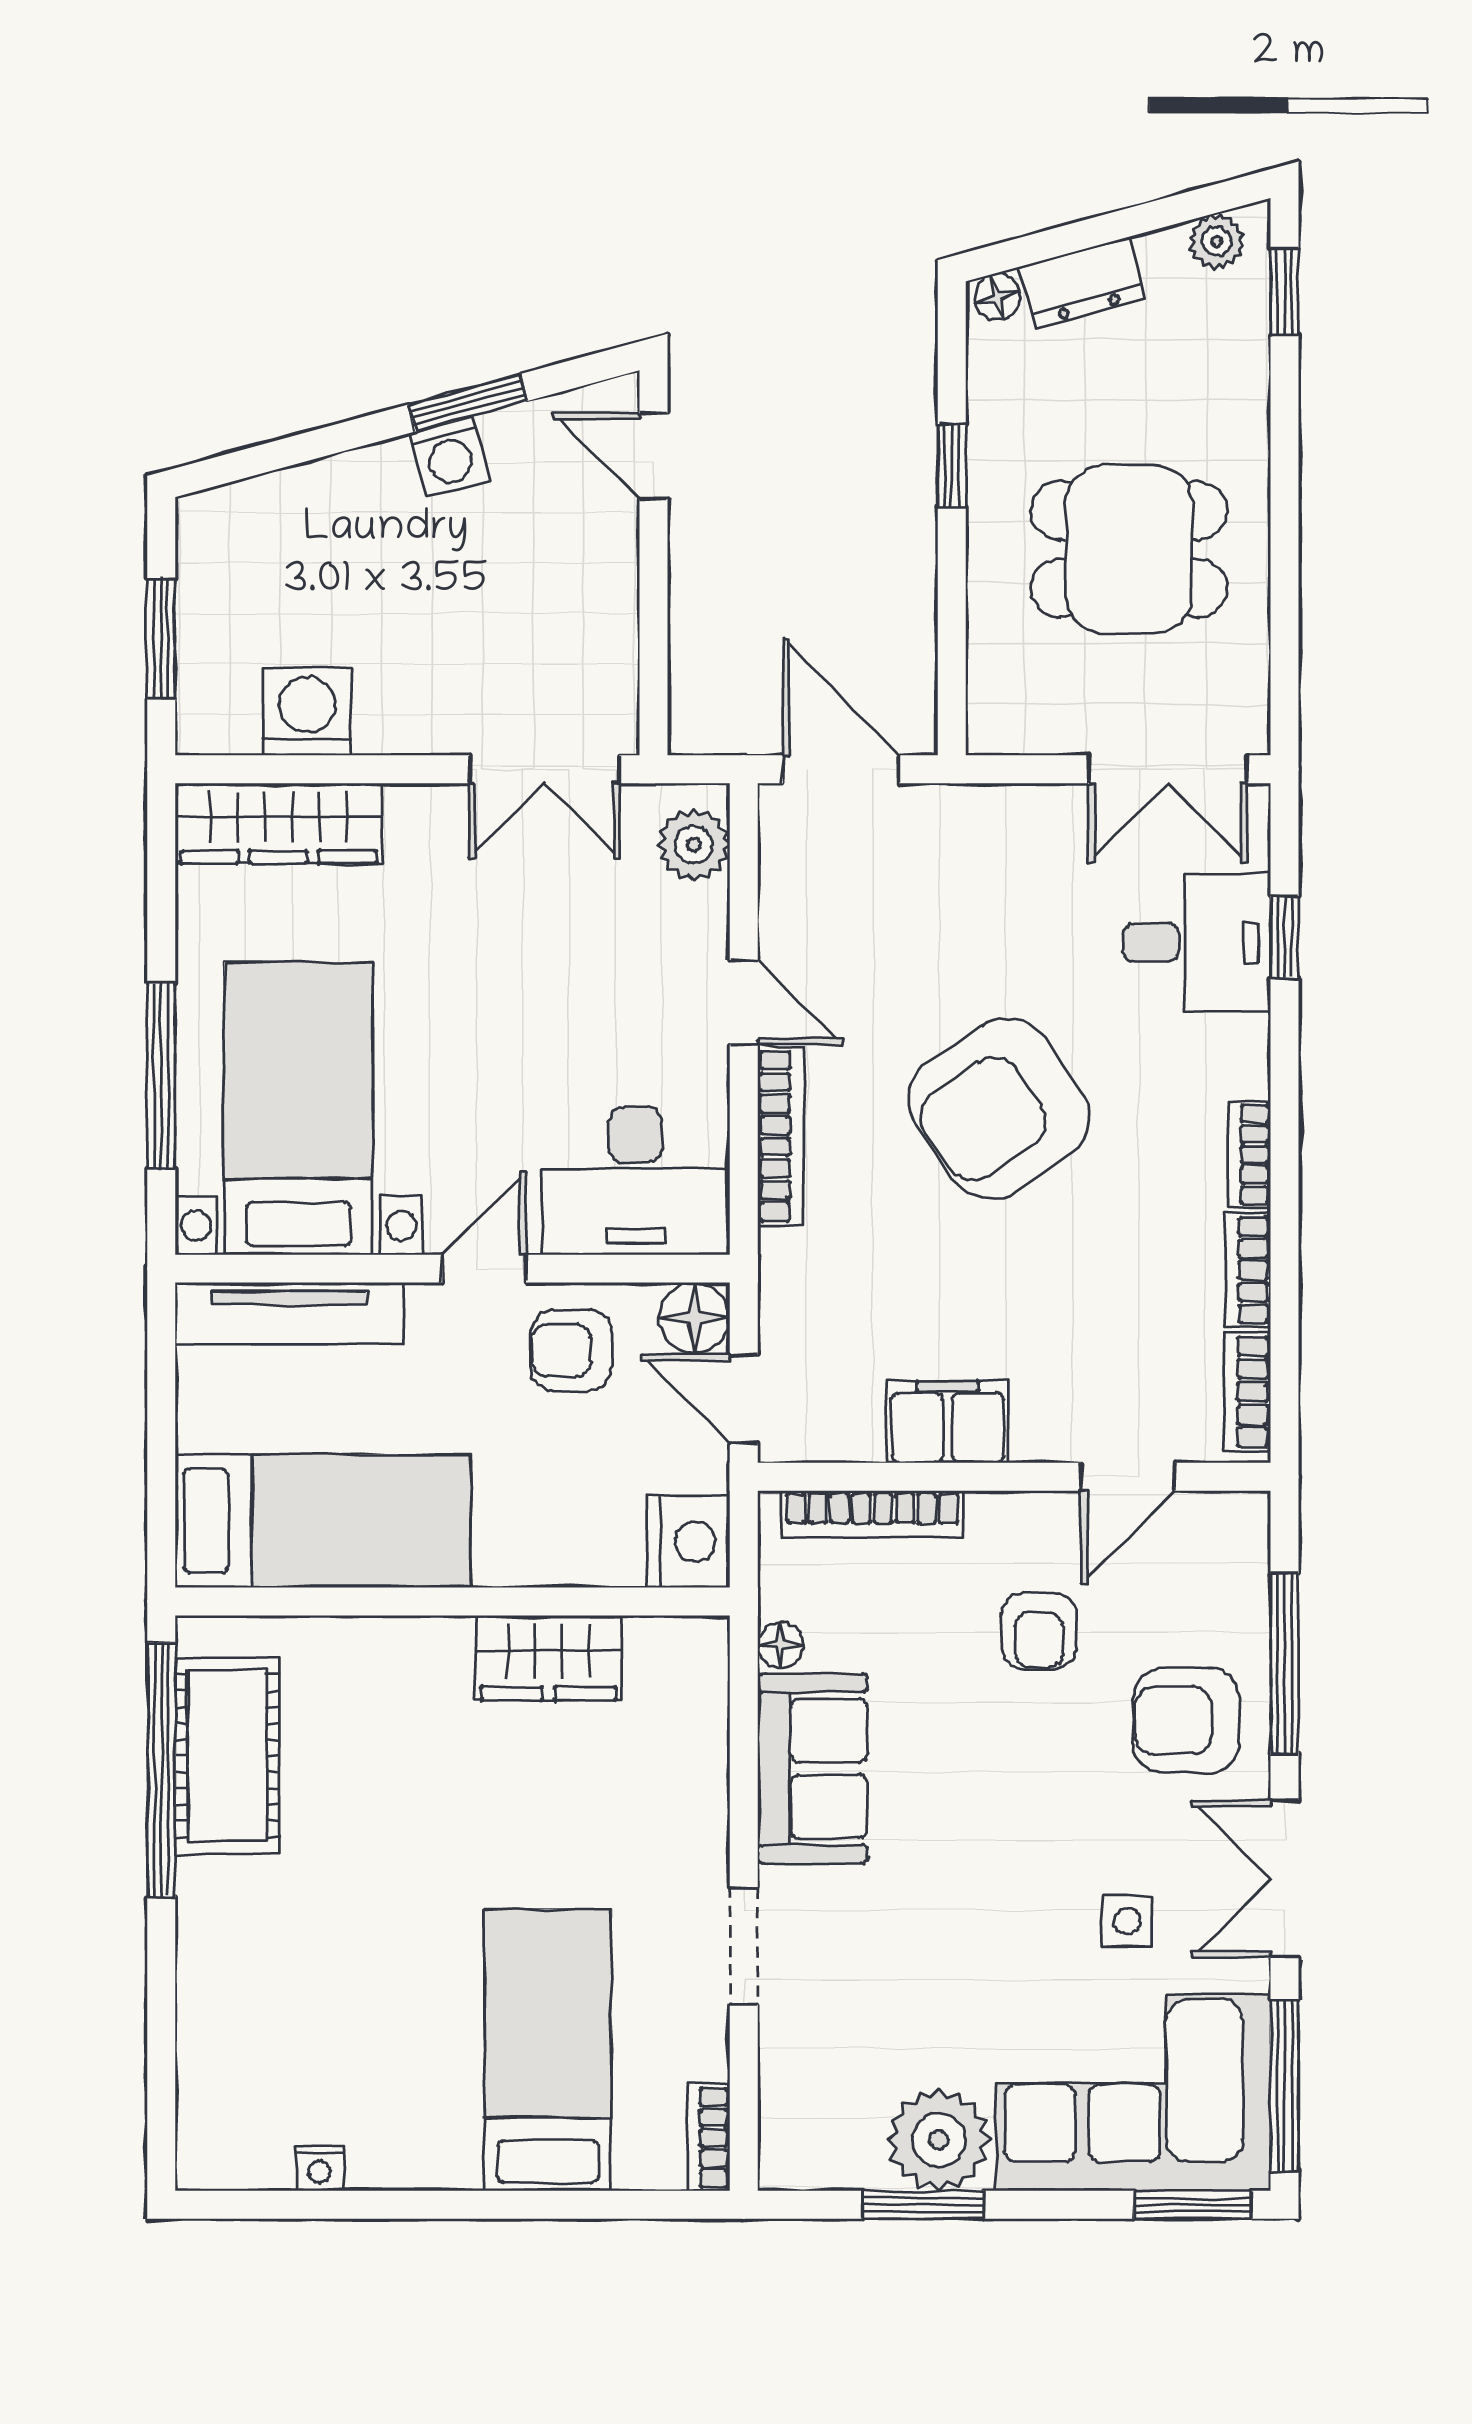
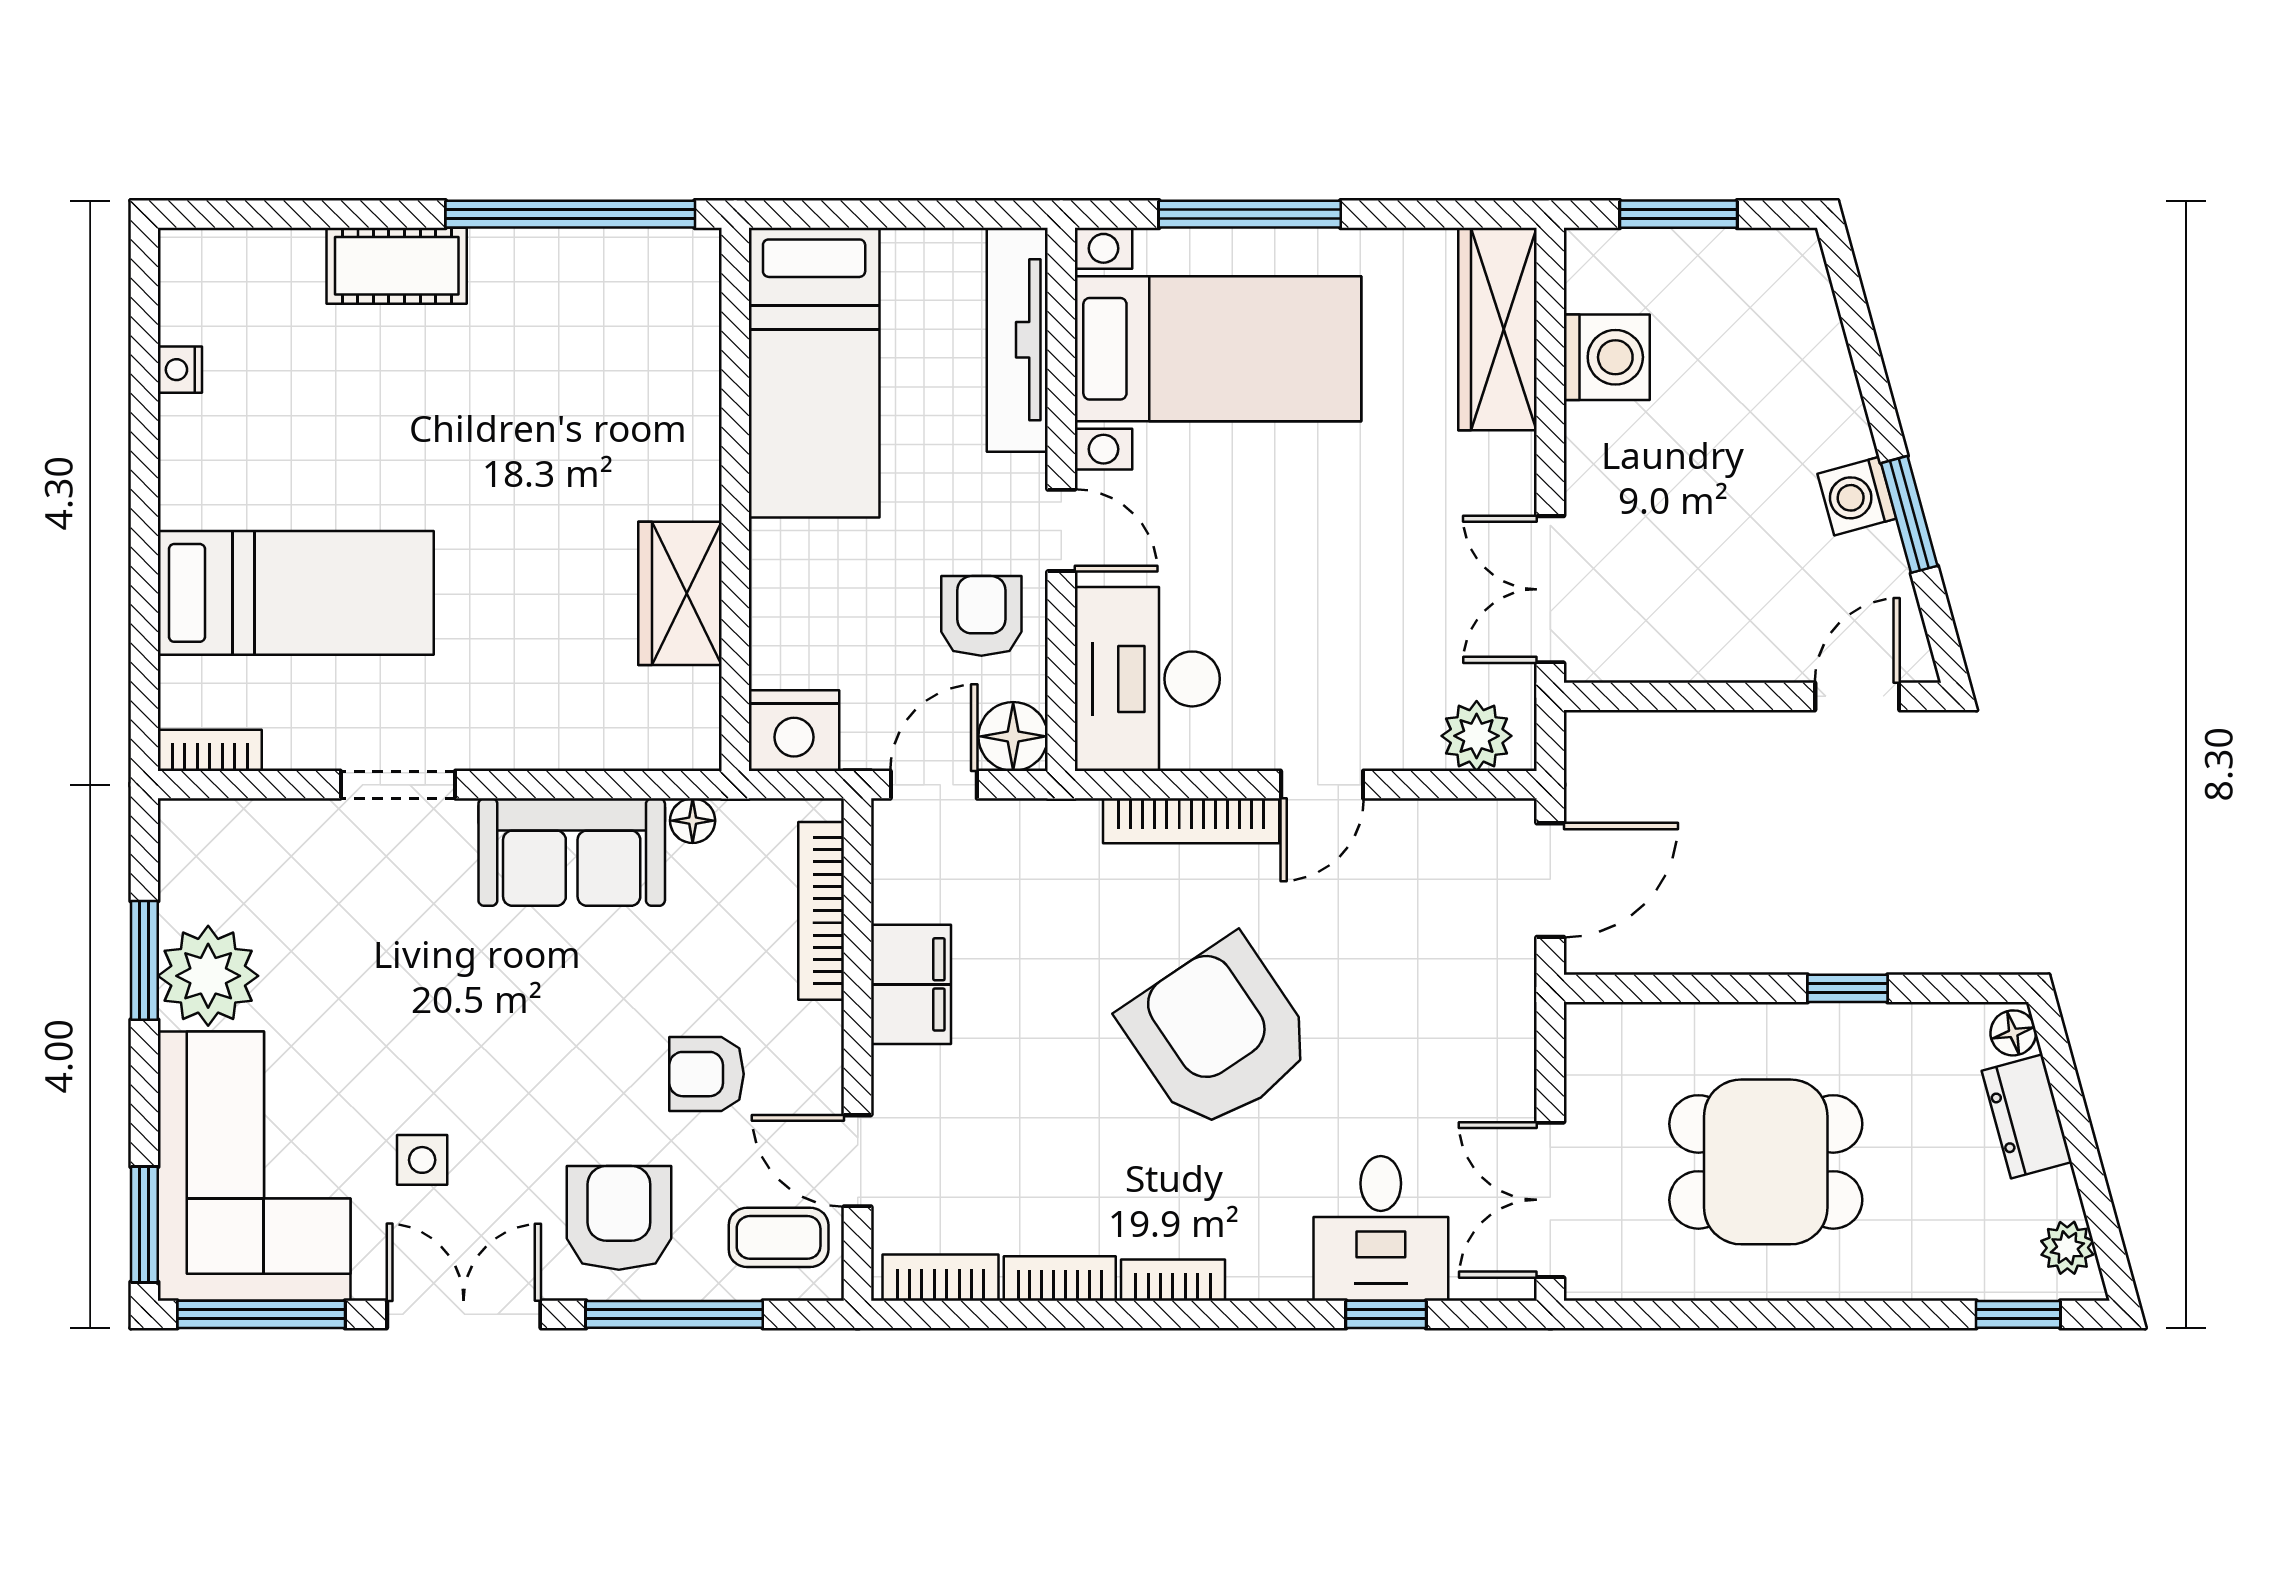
dining table: (1129, 549) -> (1766, 1162), turned 90
coffee table: (1206, 1557) -> (779, 1237), added
cot: (227, 1756) -> (397, 266), moved, width x0.73, depth x0.75

